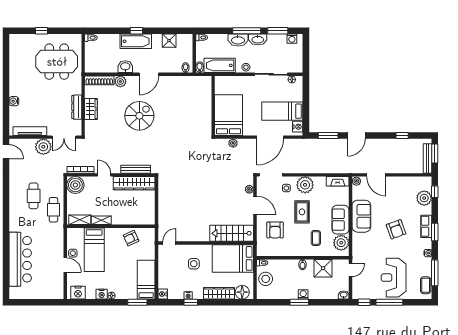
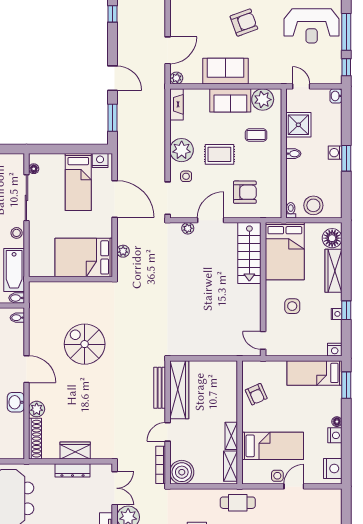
spiral stairs: (139, 116) -> (85, 344), moved
cafe table: (54, 210) -> (238, 503), moved

